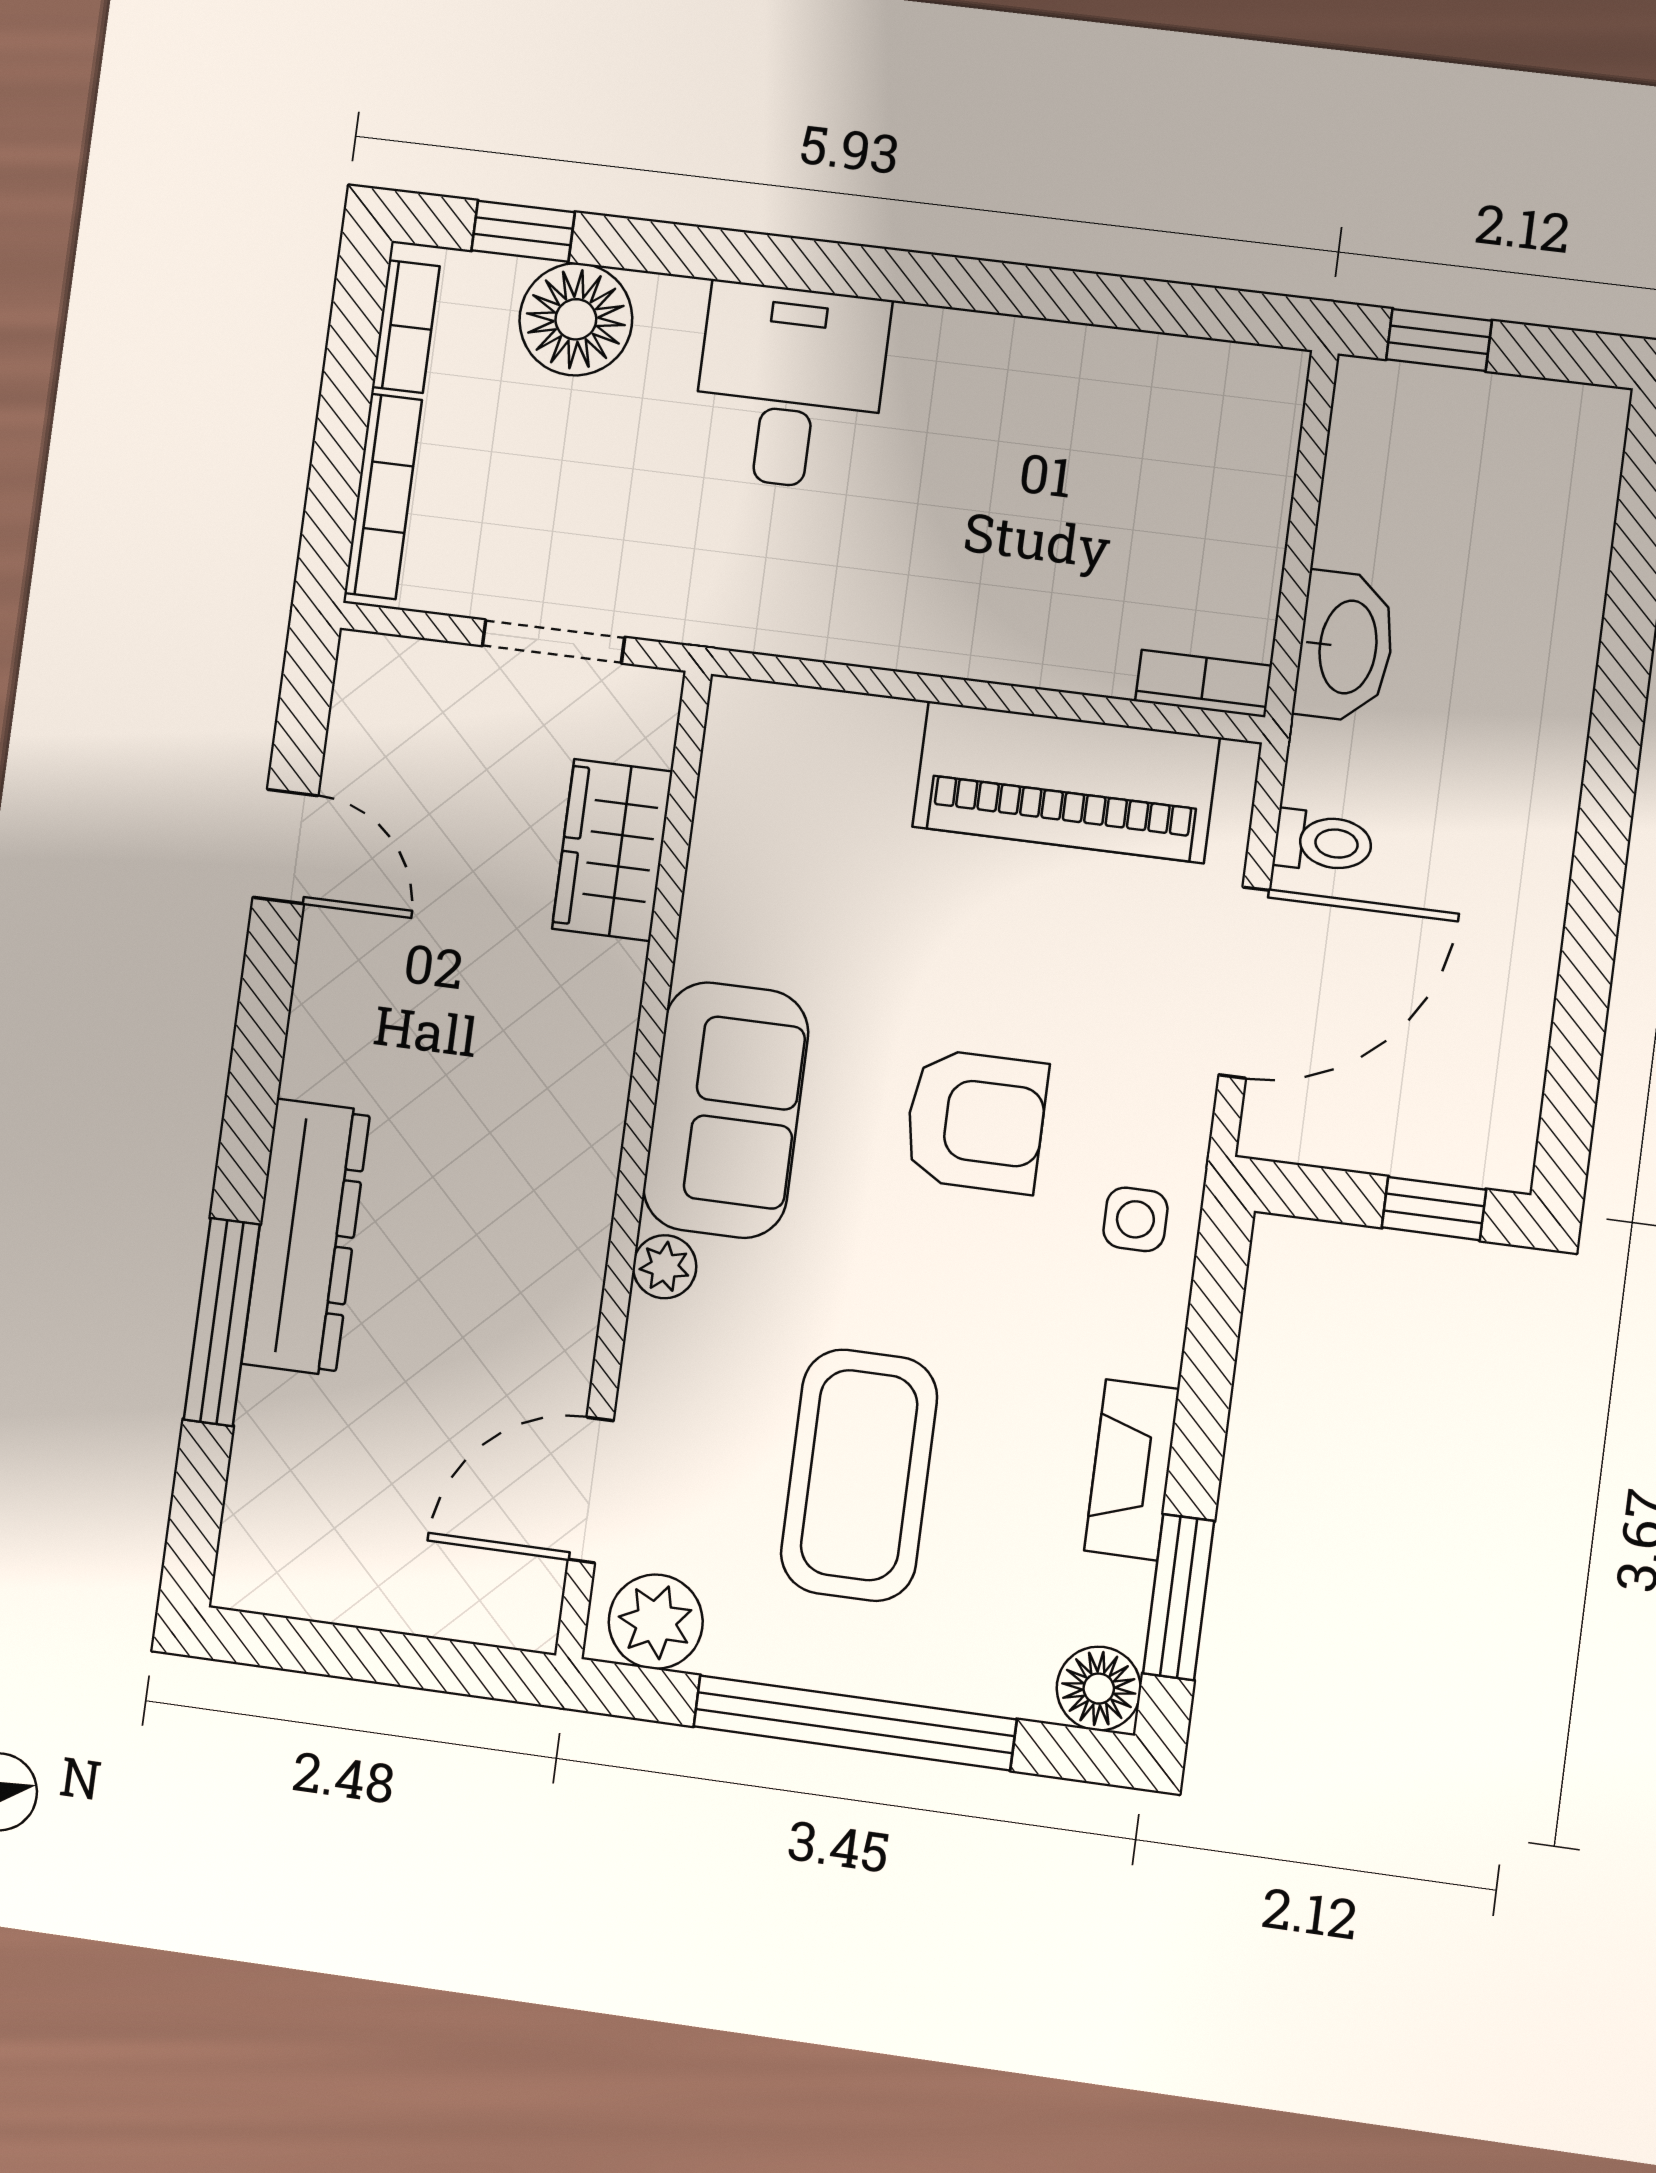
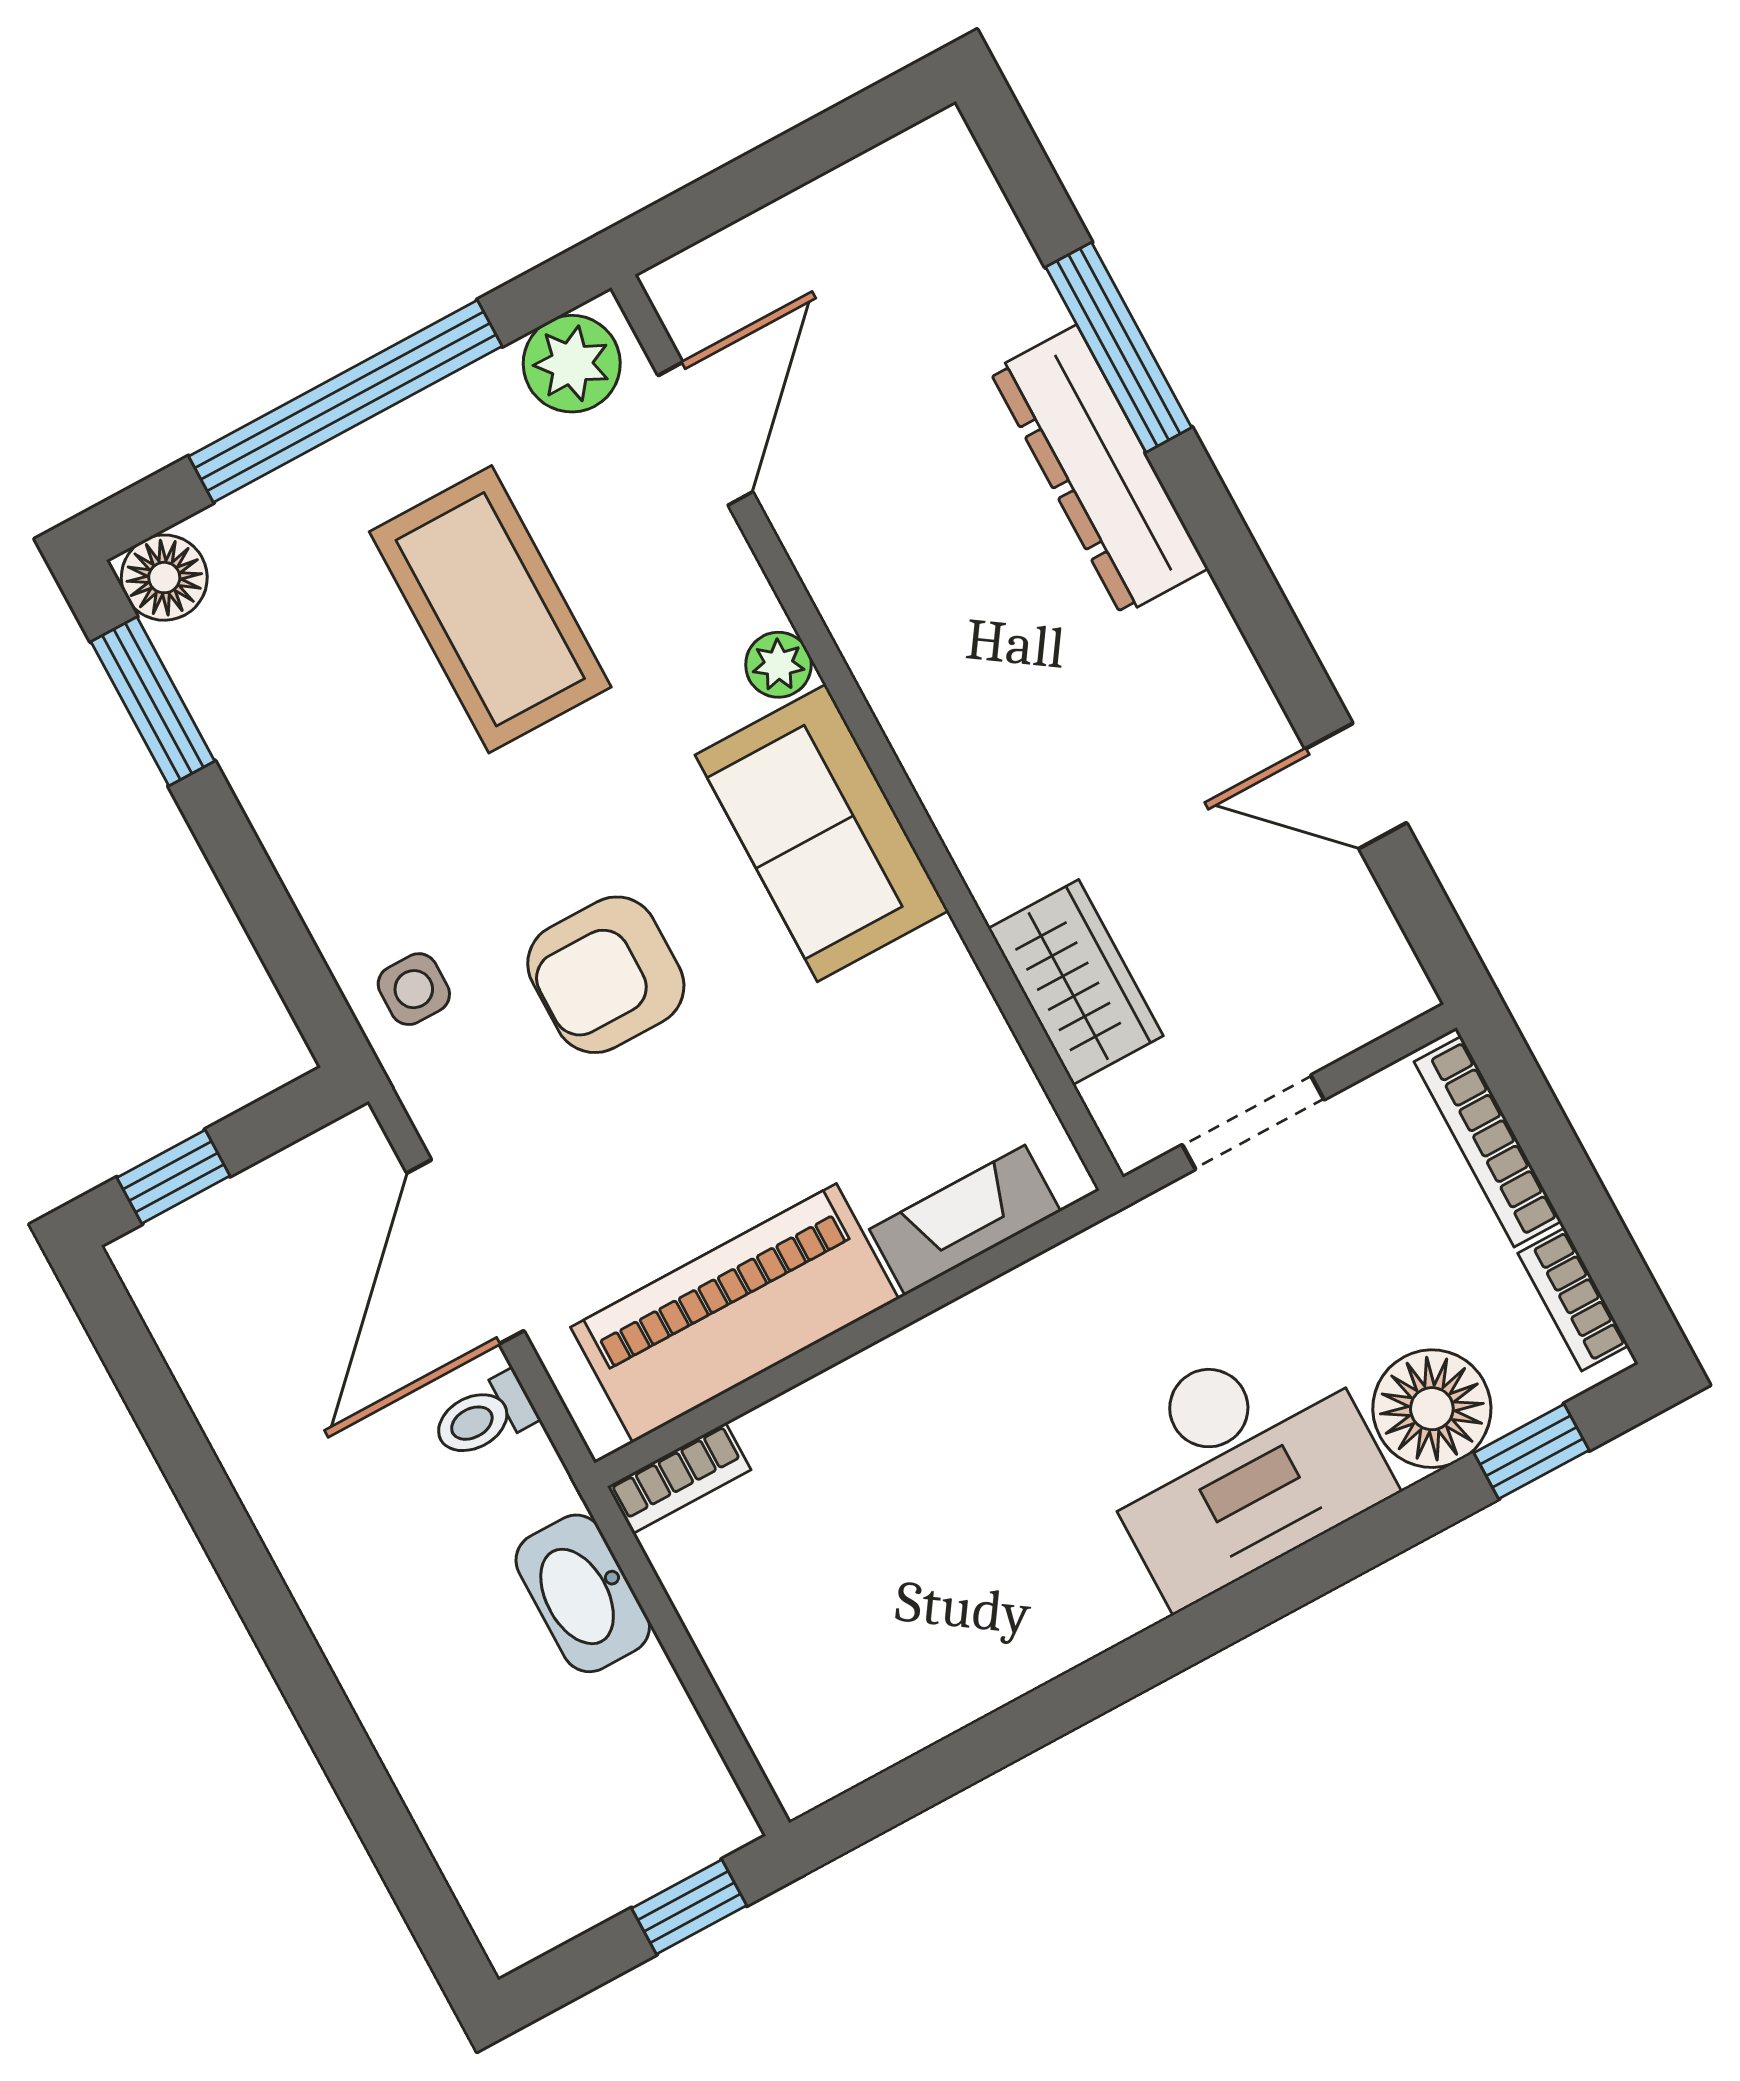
desk: (790, 387) -> (1239, 1464), width x1.37
fireplace: (1132, 1470) -> (965, 1220), moved, turned -90

